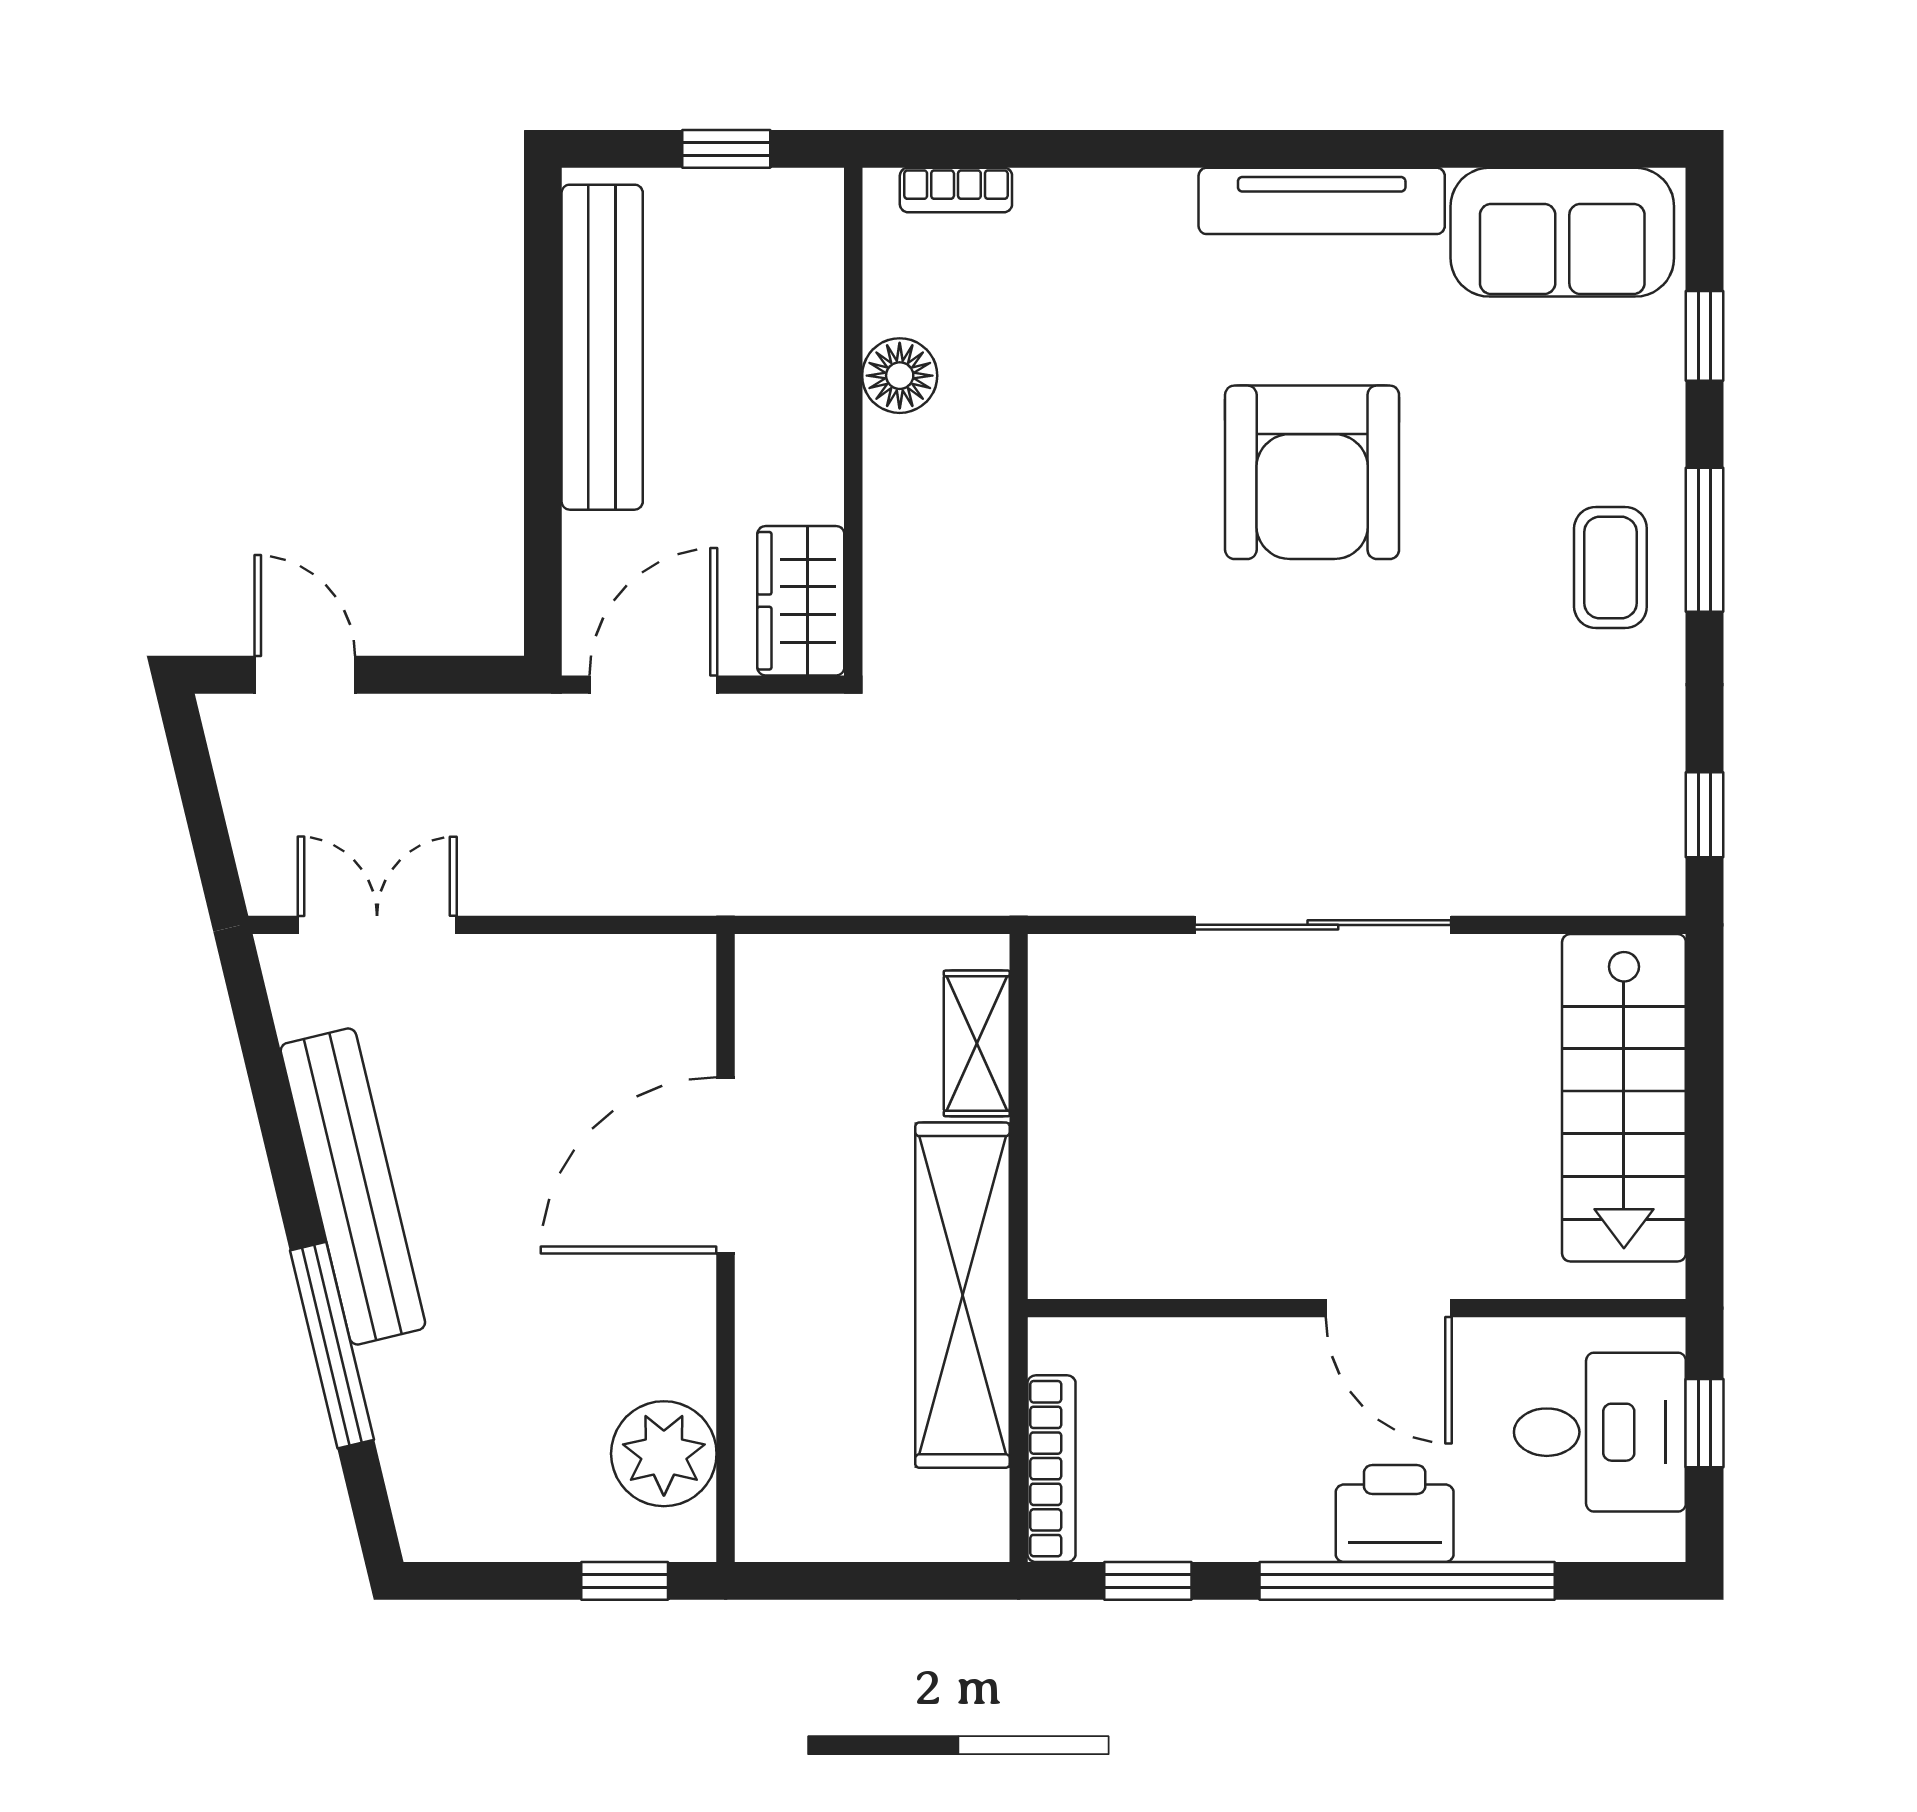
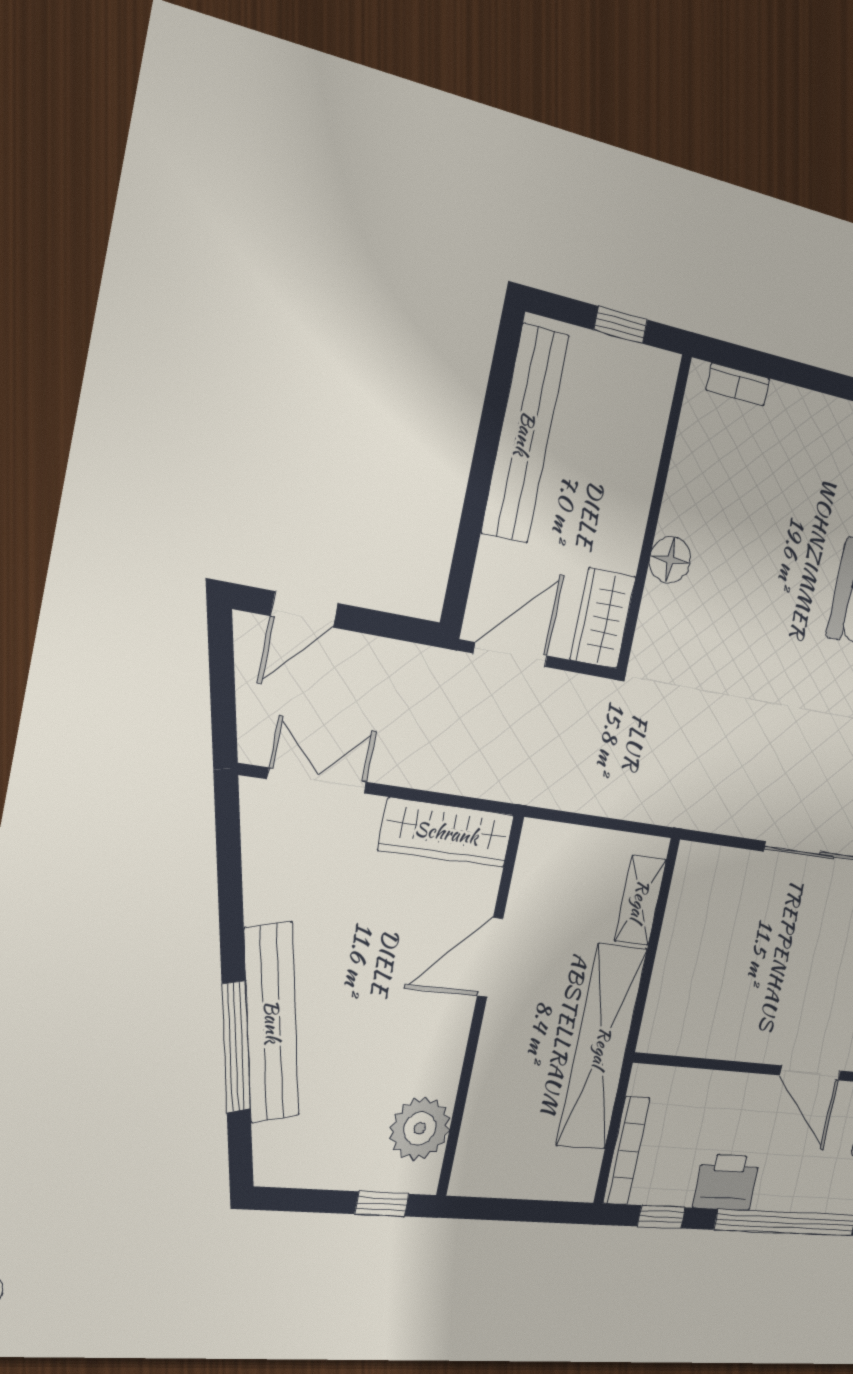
floor lamp: (900, 376) -> (670, 560), moved
door: (305, 675) -> (304, 610), swing flipped
wardrobe: (606, 977) -> (447, 833), added
door: (726, 1165) -> (490, 957), width x0.73
bench: (353, 1187) -> (272, 1022), moved
printer: (1395, 1514) -> (726, 1182), moved

